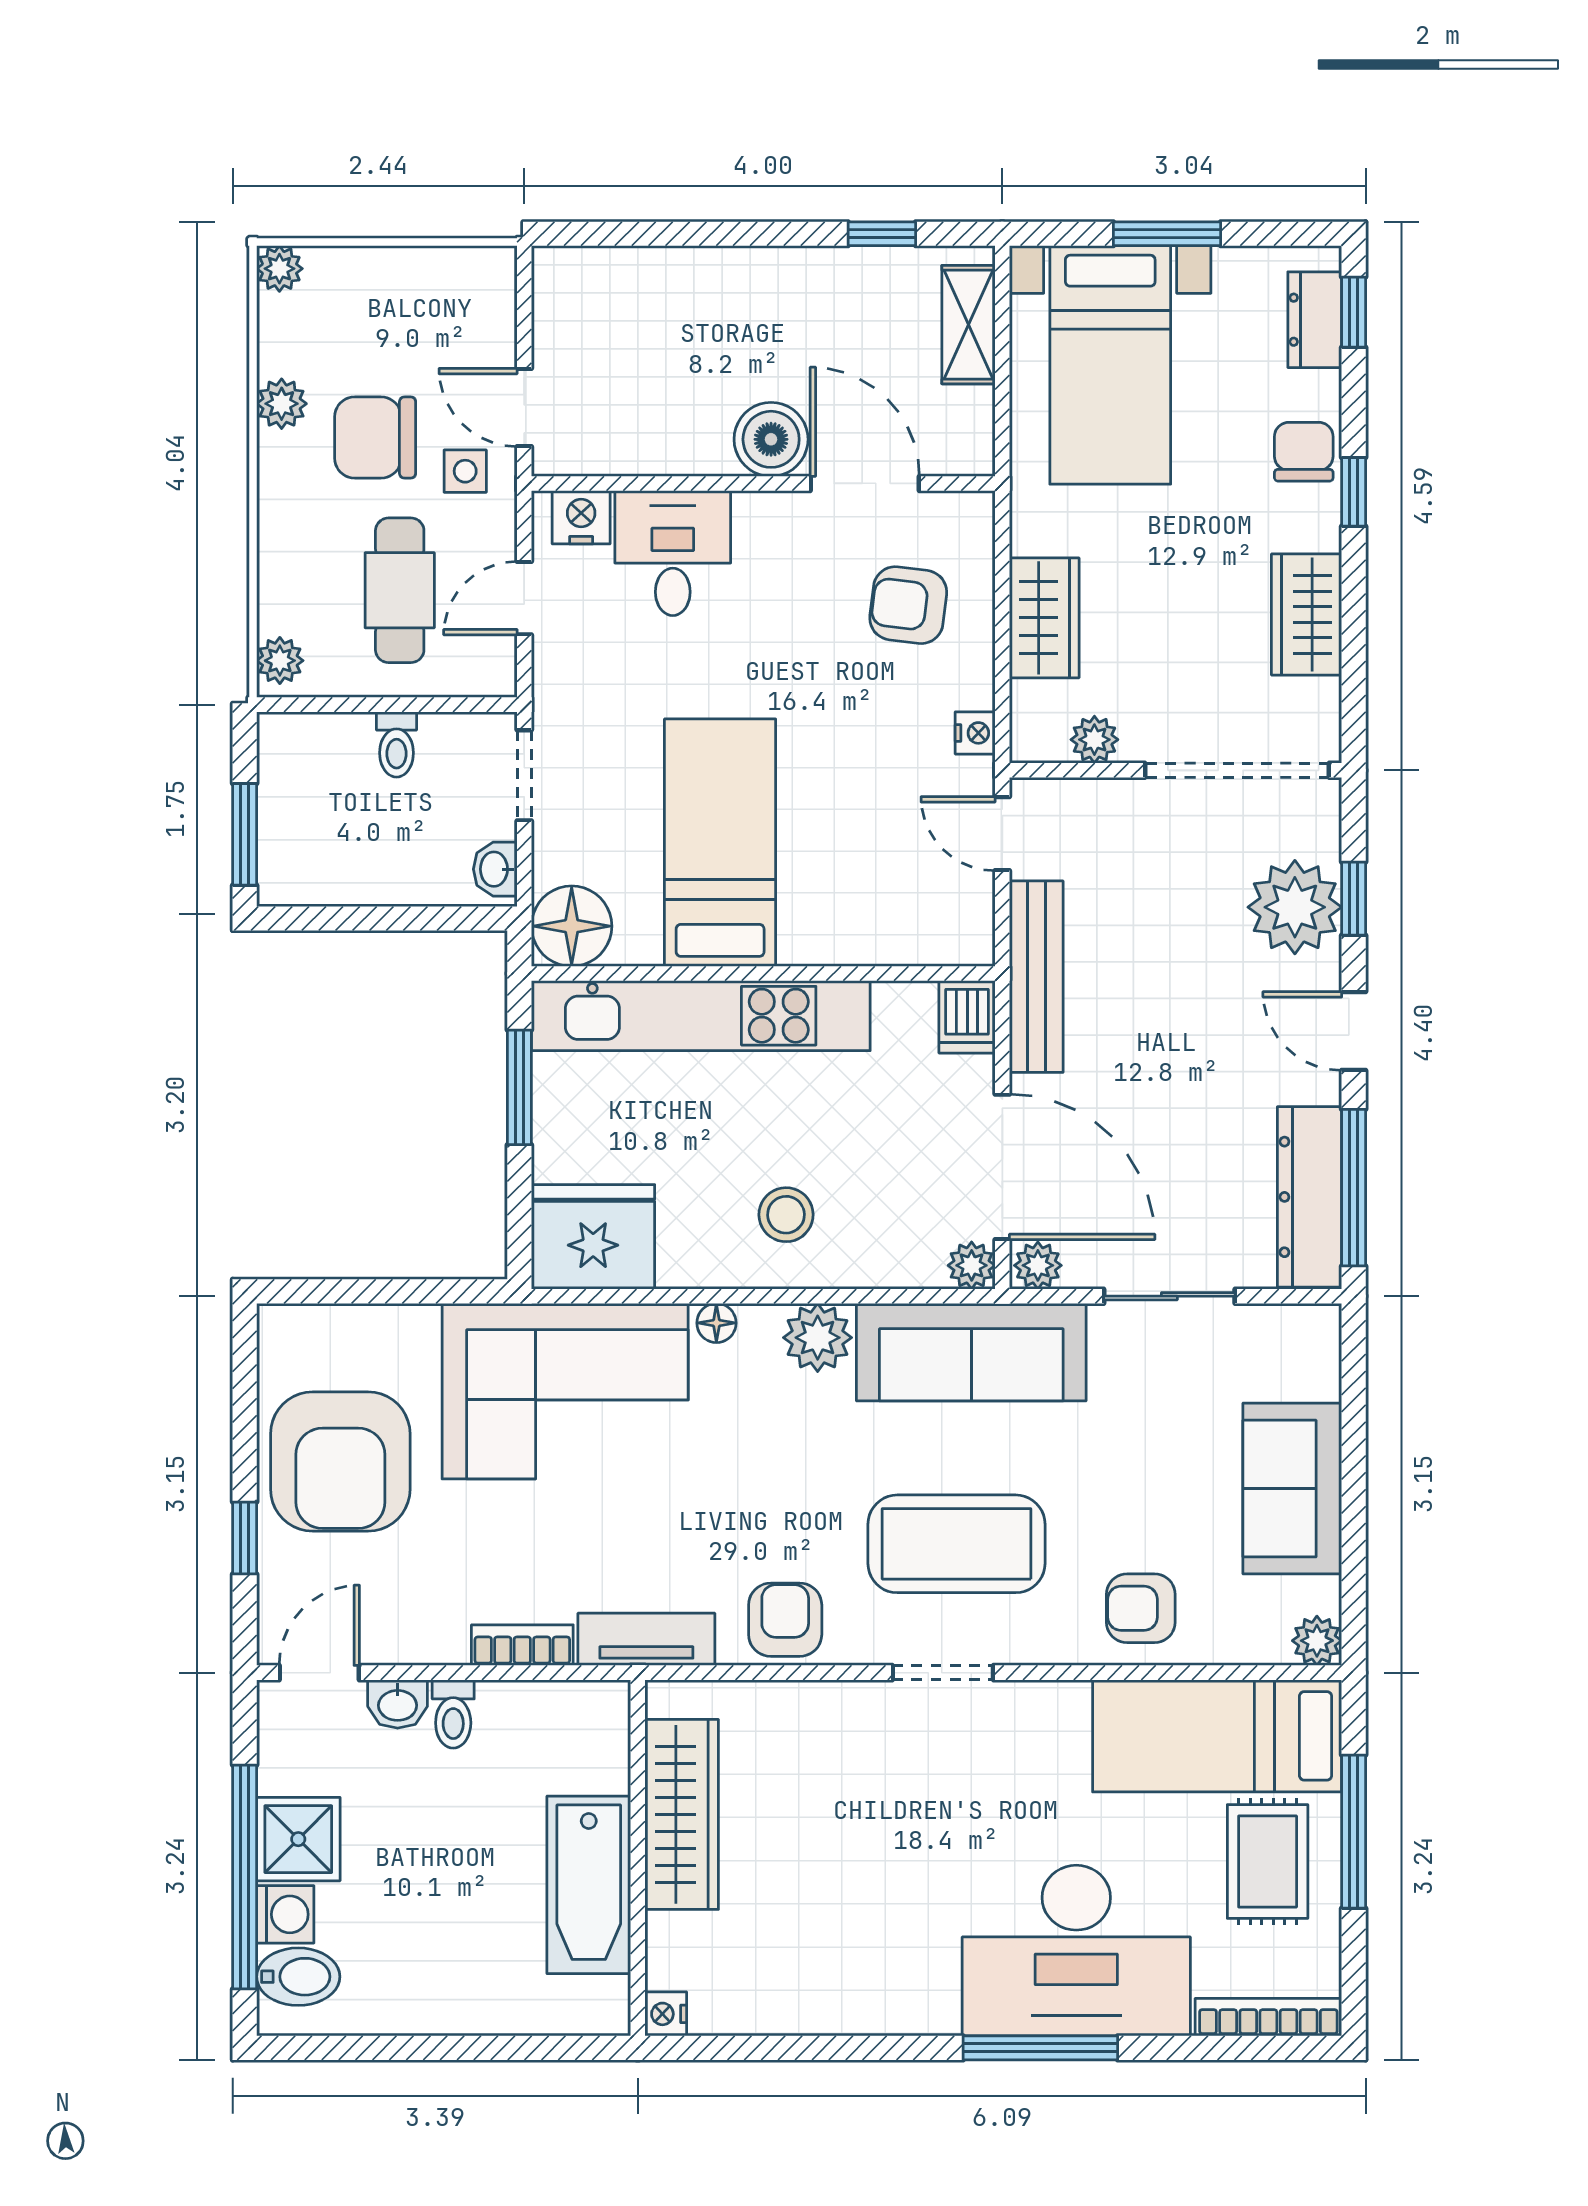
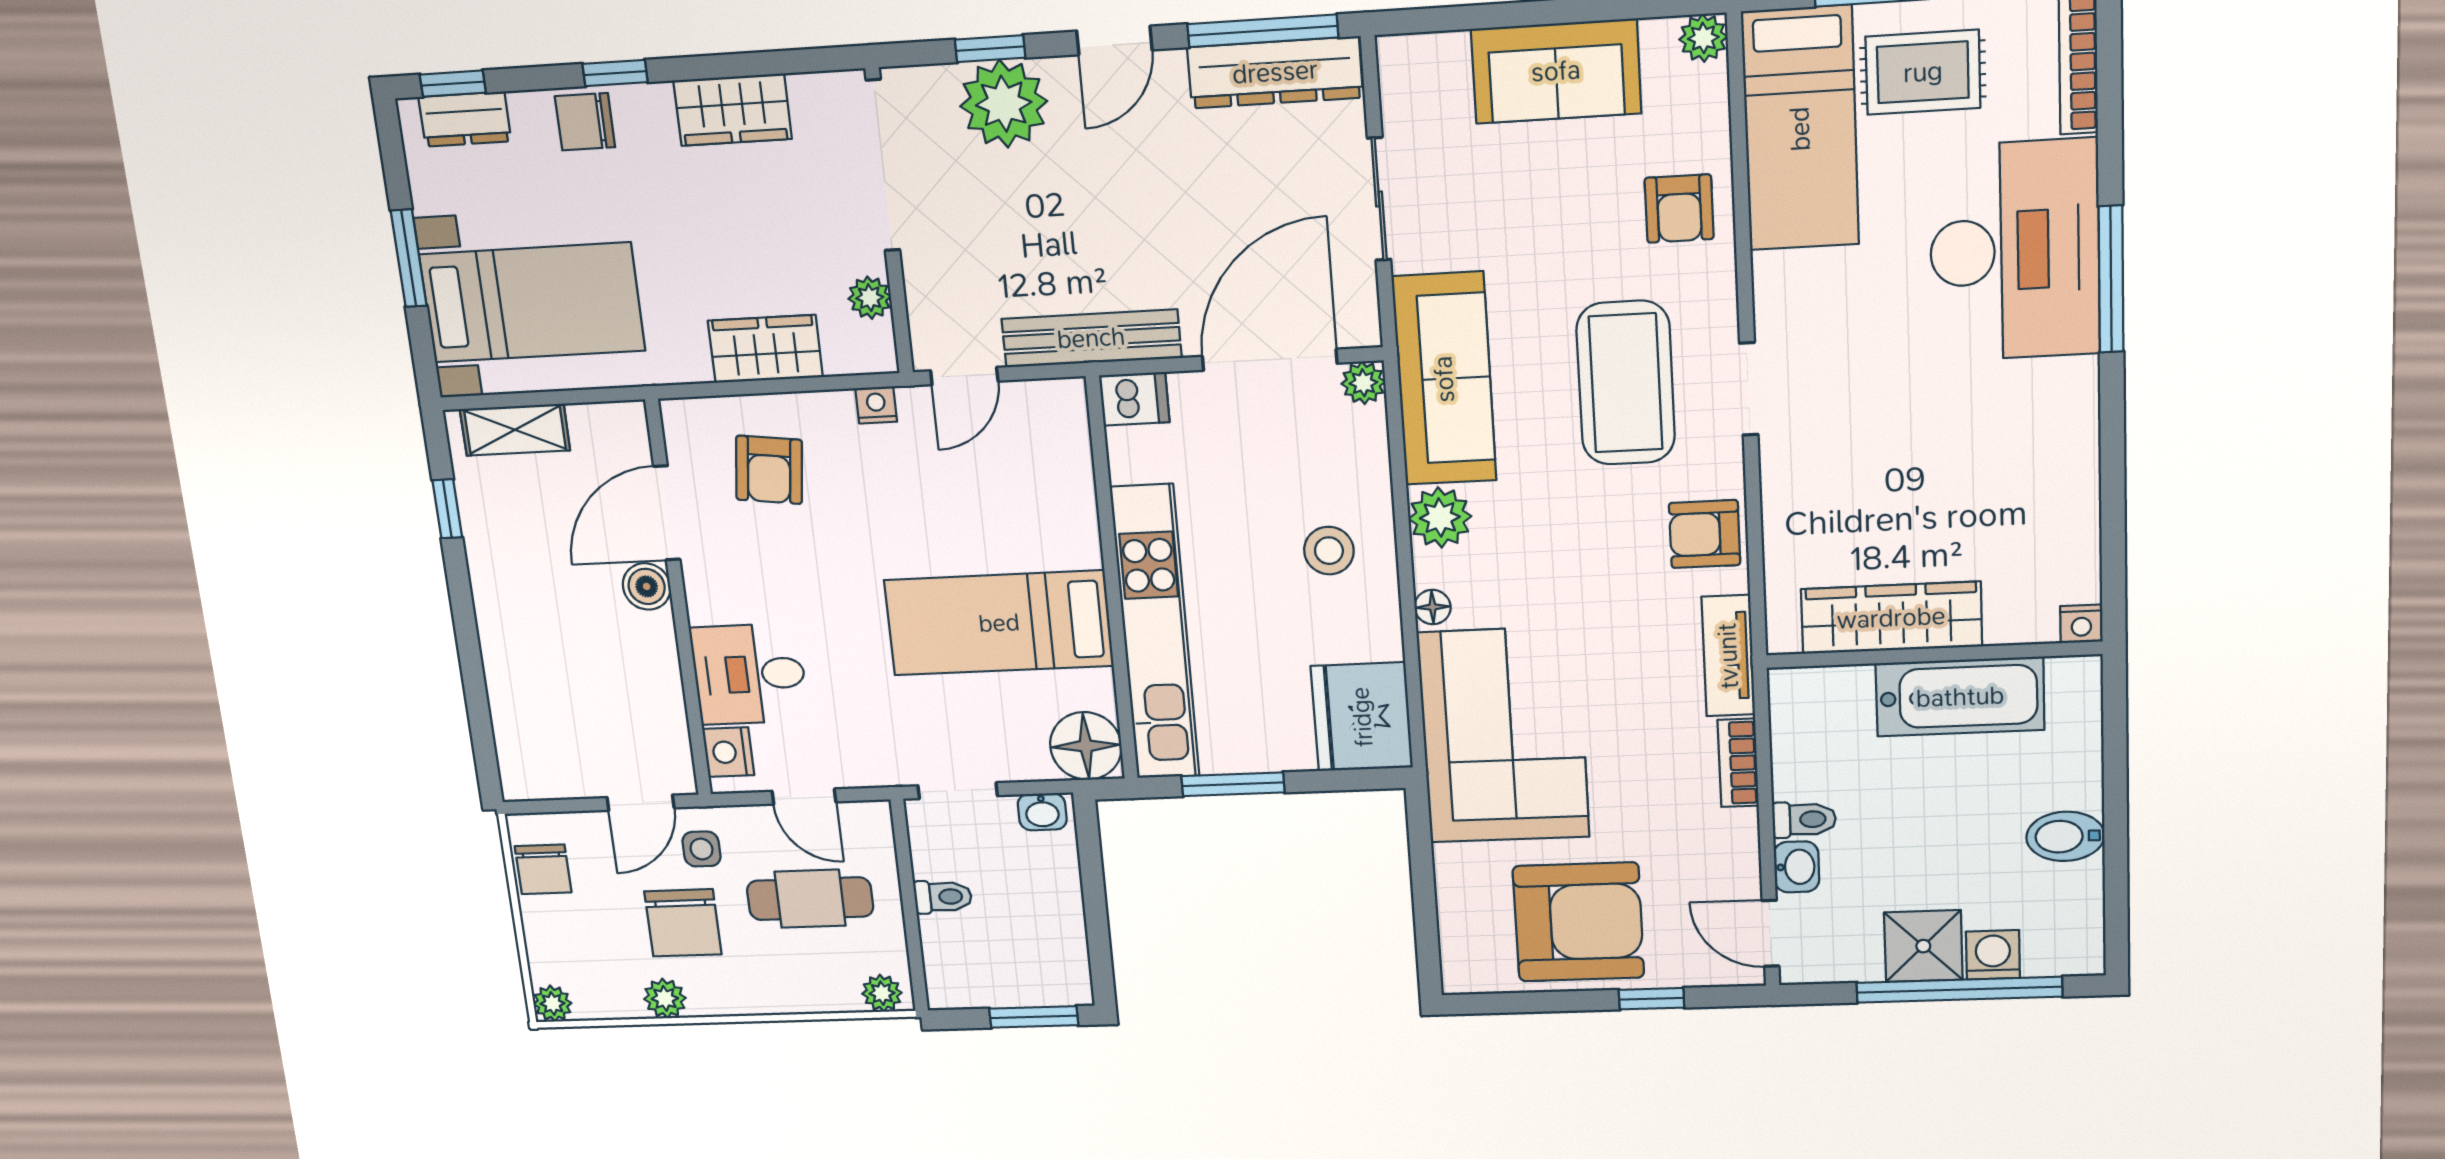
chair: (447, 281) -> (543, 869), added
boiler: (771, 439) -> (647, 586), width x0.73, depth x0.73
plant: (1038, 1265) -> (1359, 322), removed
bidet: (298, 1977) -> (2065, 836), moved, turned -90

